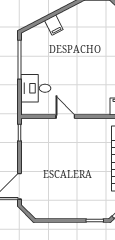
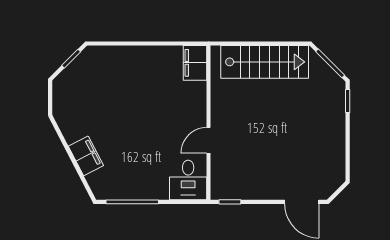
filing cabinet: (54, 25) -> (86, 156), width x2.00
desk: (36, 88) -> (188, 180), moved

